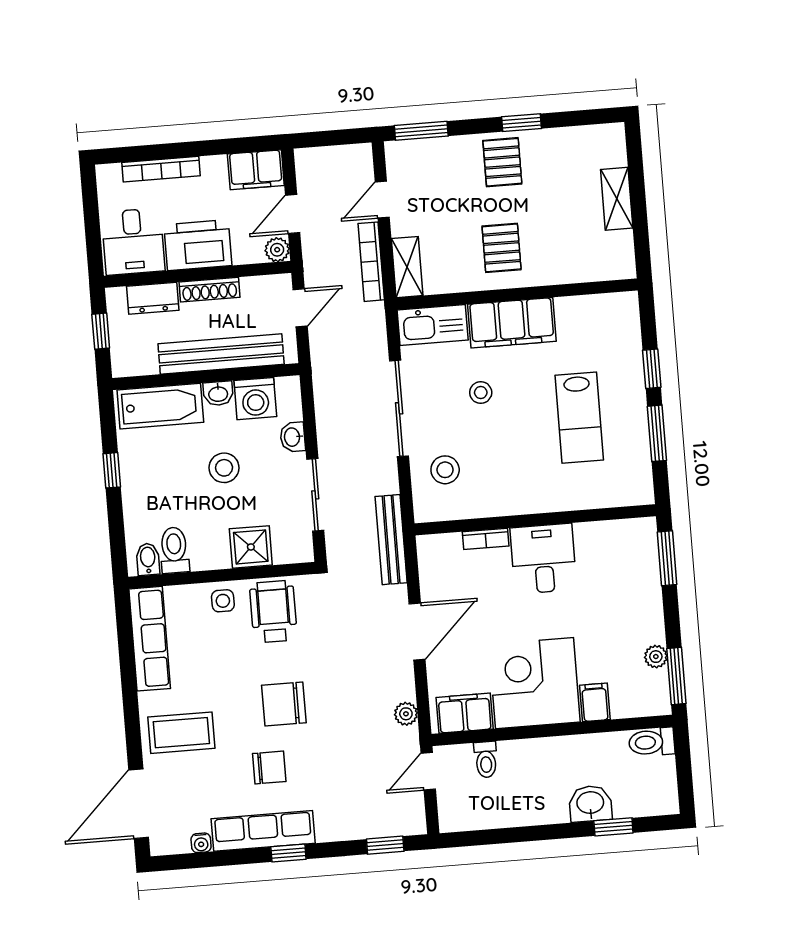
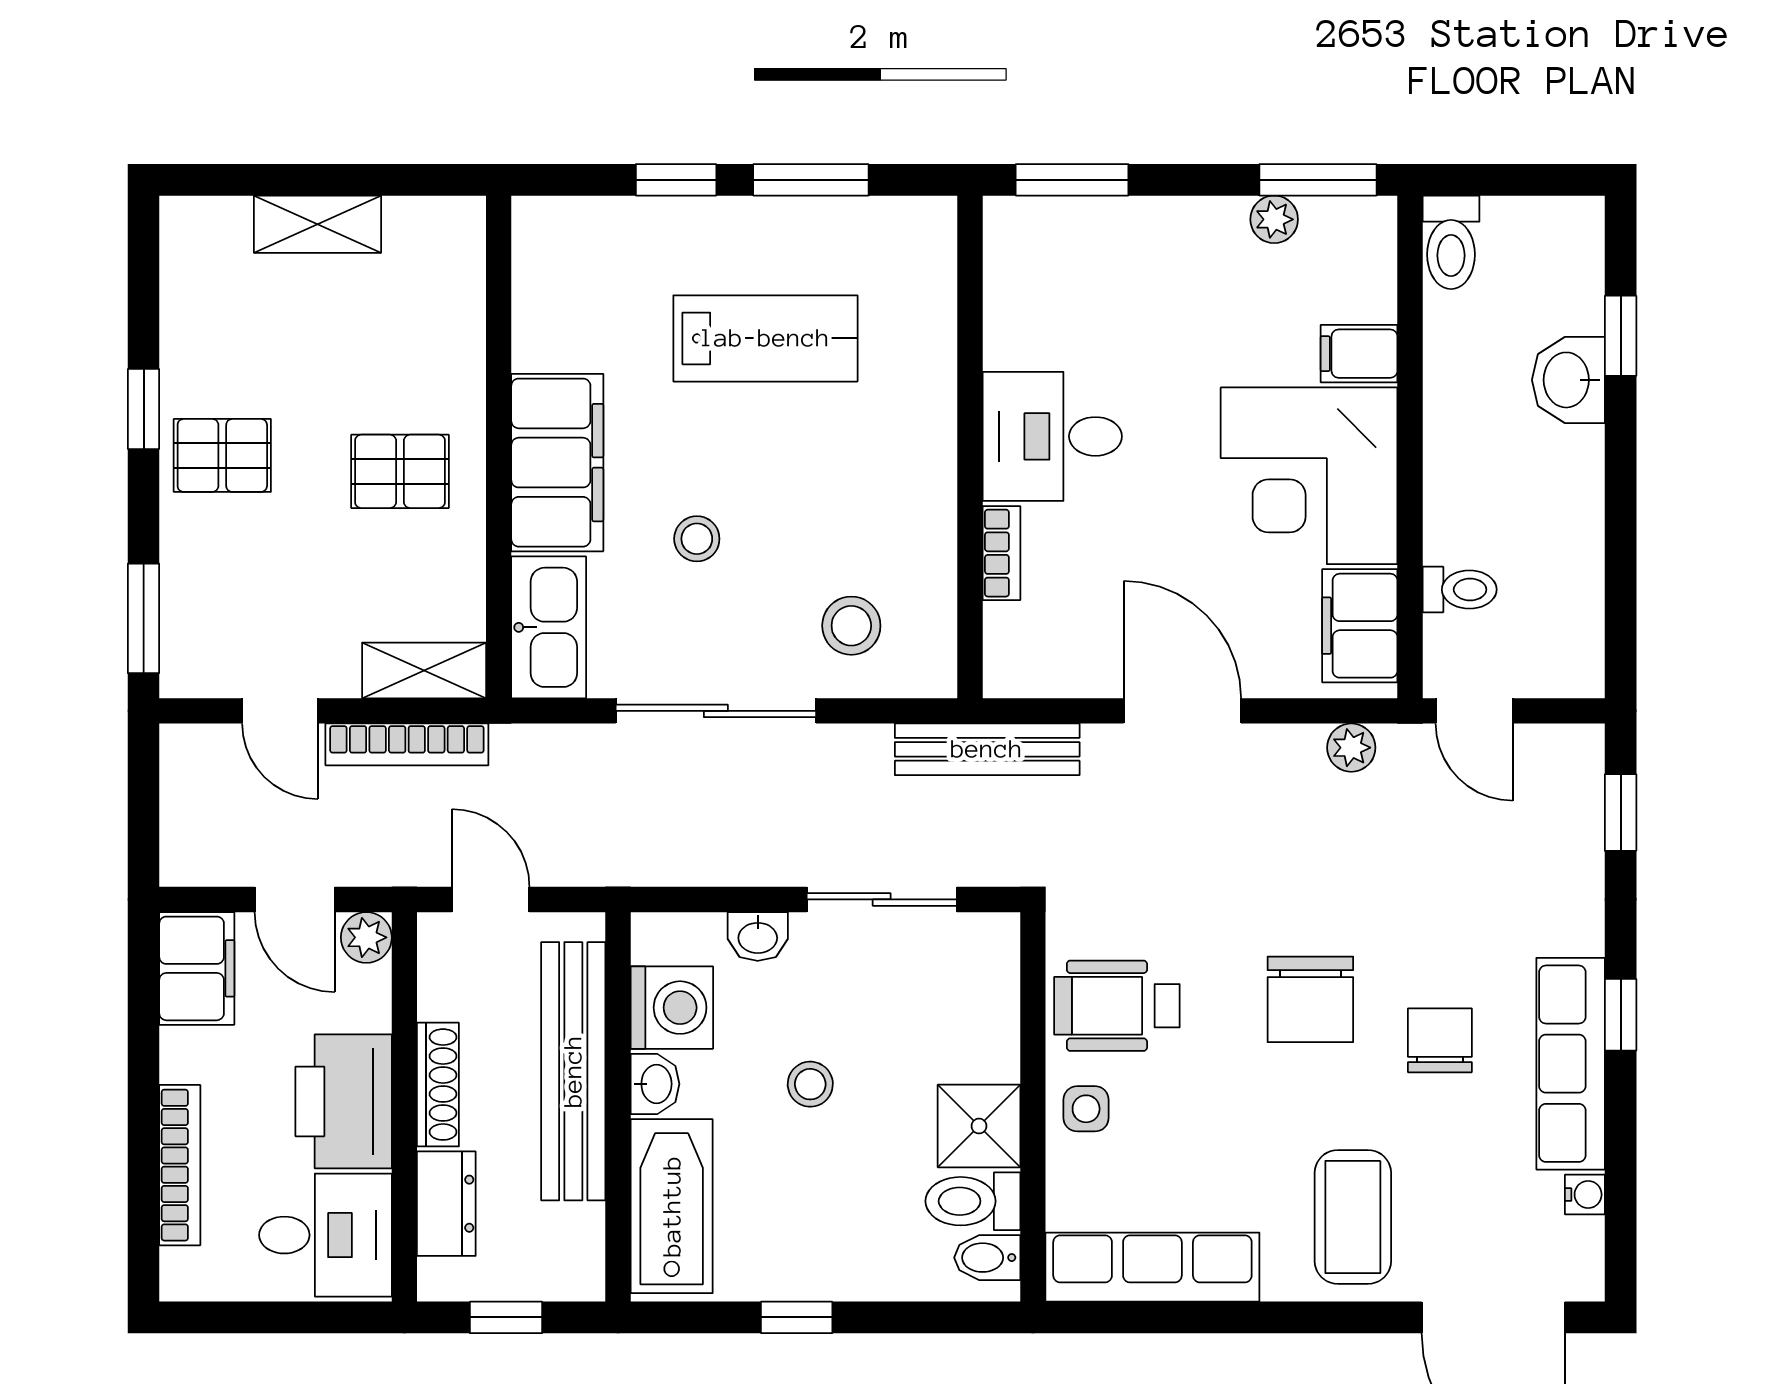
stool: (224, 468) -> (810, 1084), width x0.73, depth x0.73
shower: (251, 547) -> (979, 1126), moved

